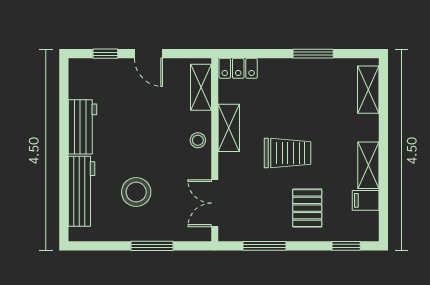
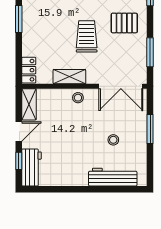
shelving: (201, 87) -> (29, 104), moved, turned 90
workbench: (82, 127) -> (31, 168), moved, turned 90
stool: (136, 192) -> (113, 140), width x0.53, depth x0.53
double door: (215, 203) -> (121, 86), width x1.37

